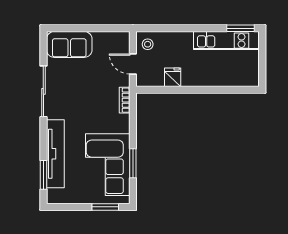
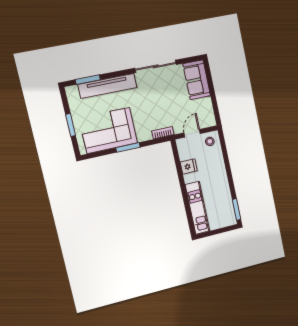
kitchen unit: (226, 41) -> (197, 208), moved, turned 180
window: (133, 163) -> (128, 147), moved
window: (105, 207) -> (71, 125), moved

